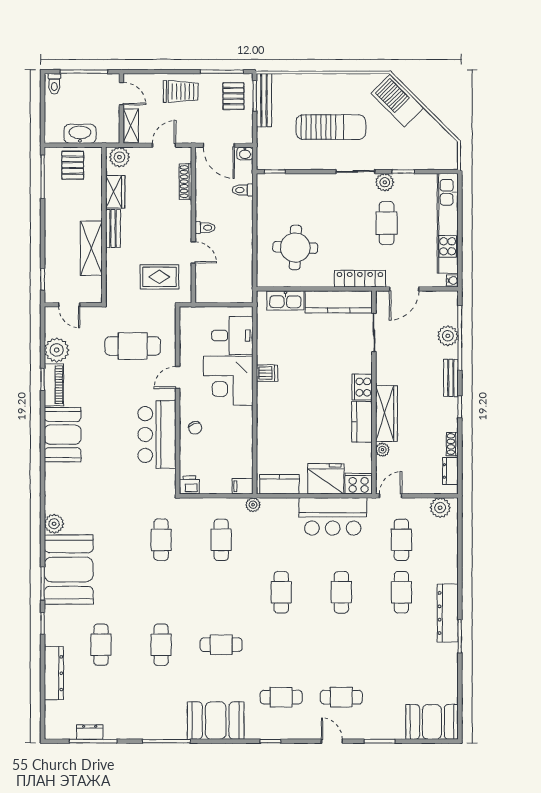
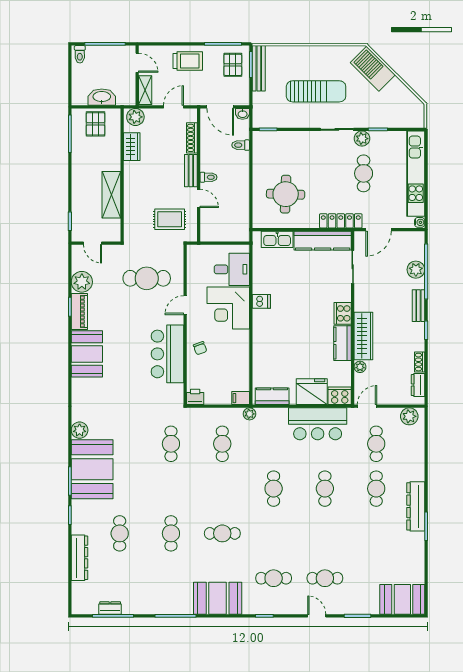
bench: (113, 229) -> (191, 171), moved

